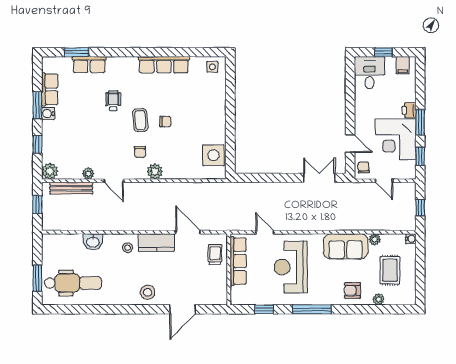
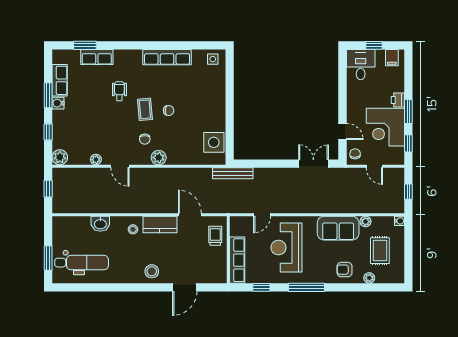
bench: (71, 188) -> (233, 173), moved
door: (265, 232) -> (262, 215), swing flipped
row of seats: (238, 261) -> (237, 260), moved

